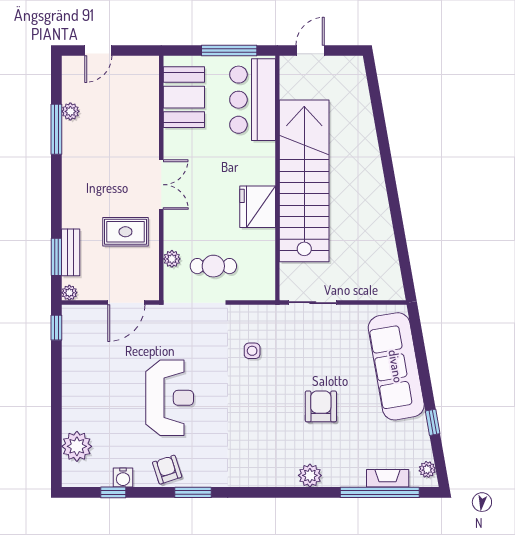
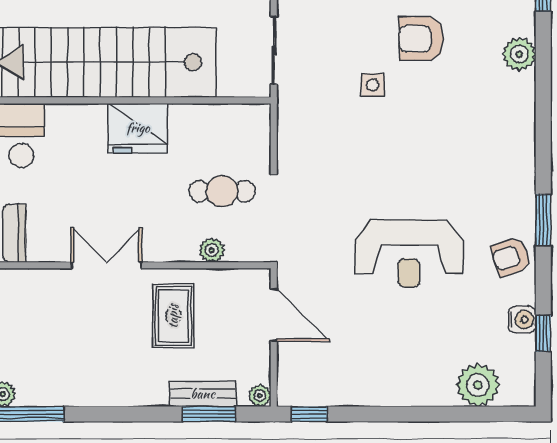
cafe table: (213, 266) -> (222, 191), turned 90
side table: (252, 351) -> (373, 85), moved
reception desk: (170, 398) -> (409, 253), turned 180

